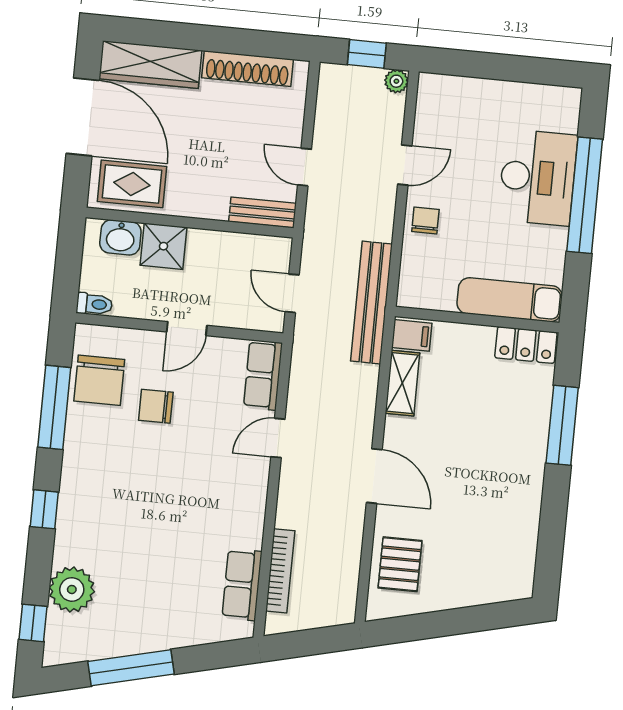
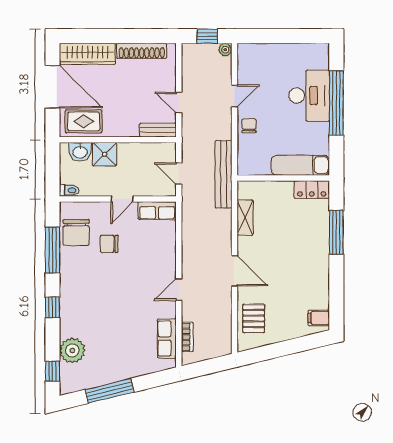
filing cabinet: (412, 335) -> (319, 318), moved, turned 180
row of seats: (263, 375) -> (157, 211), moved, turned -90
door: (278, 438) -> (179, 290), moved
bookcase: (280, 571) -> (187, 337), width x0.64

